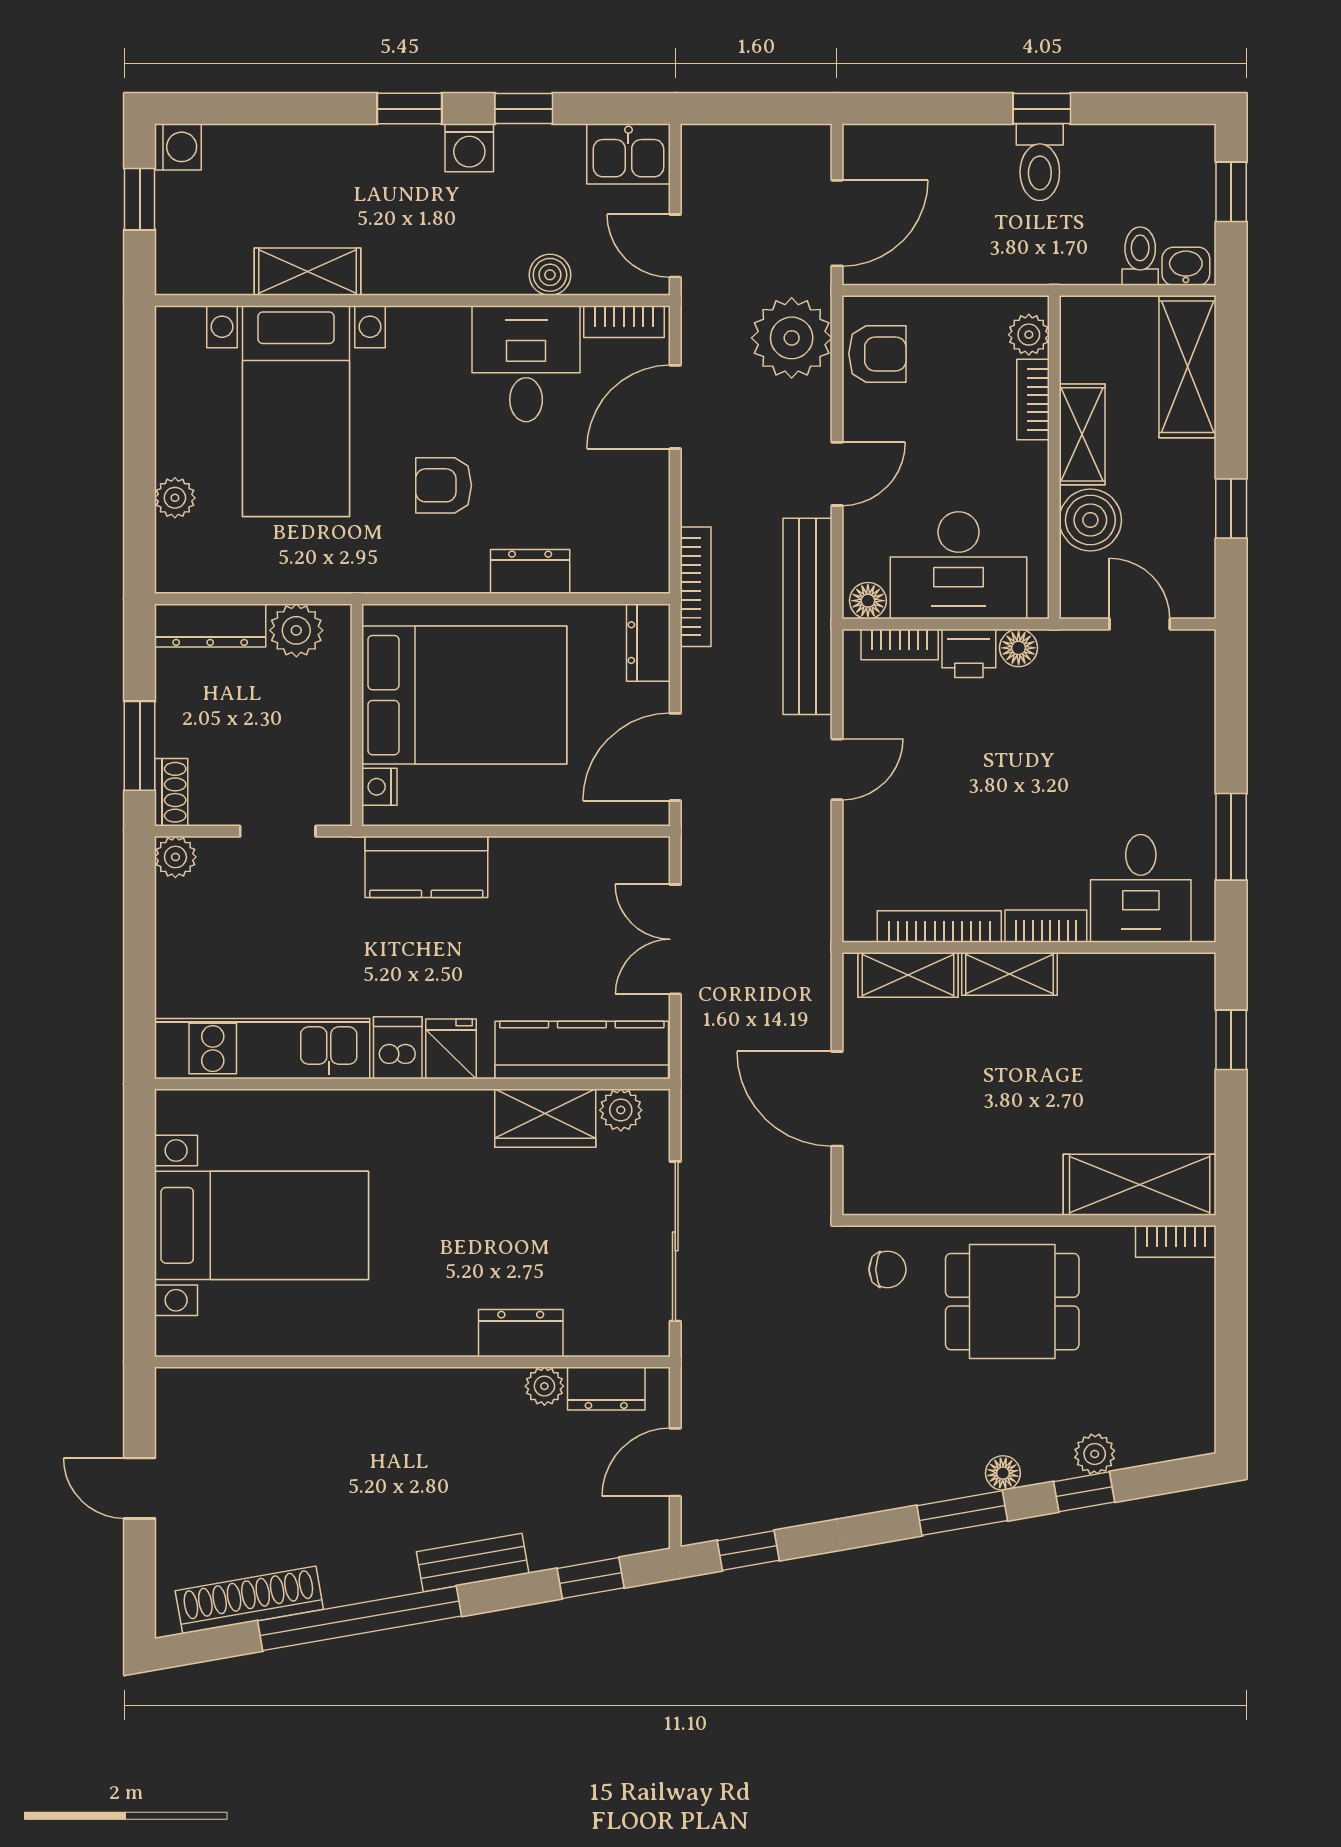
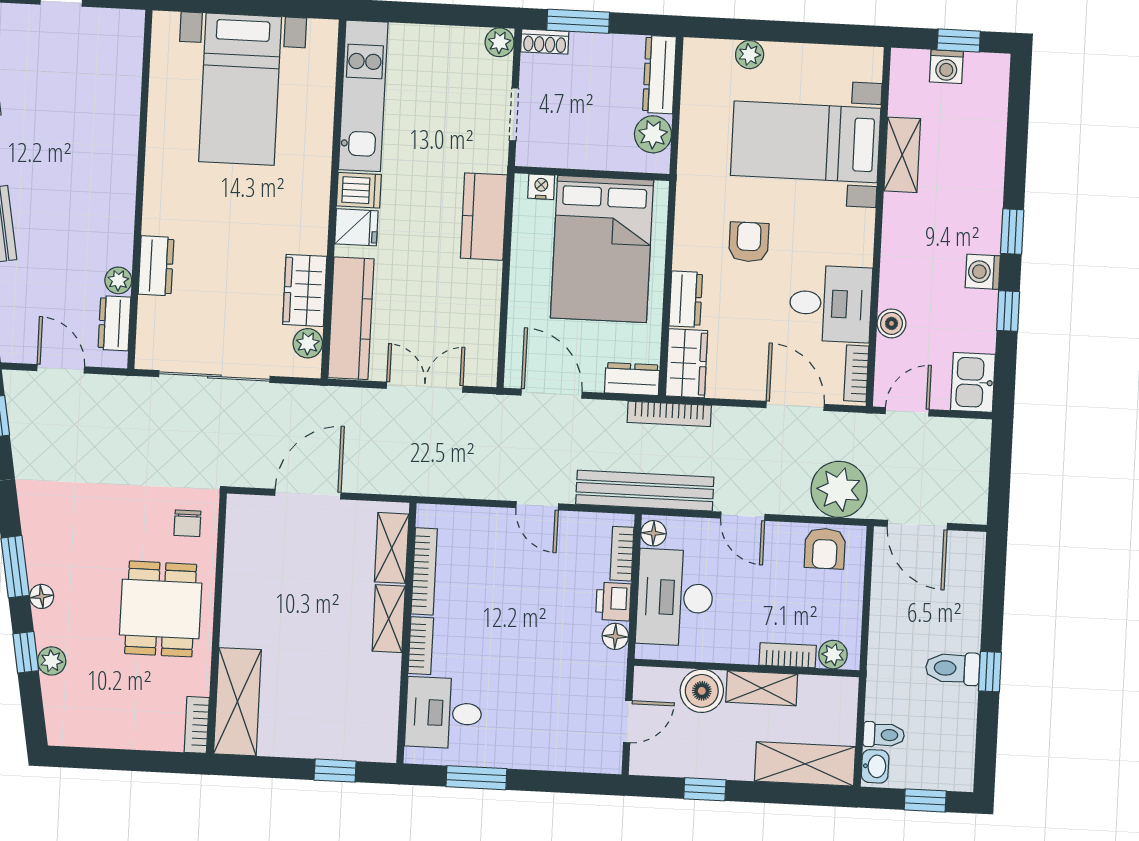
washing machine: (178, 147) -> (946, 67), moved
wardrobe: (622, 566) -> (687, 363), added

